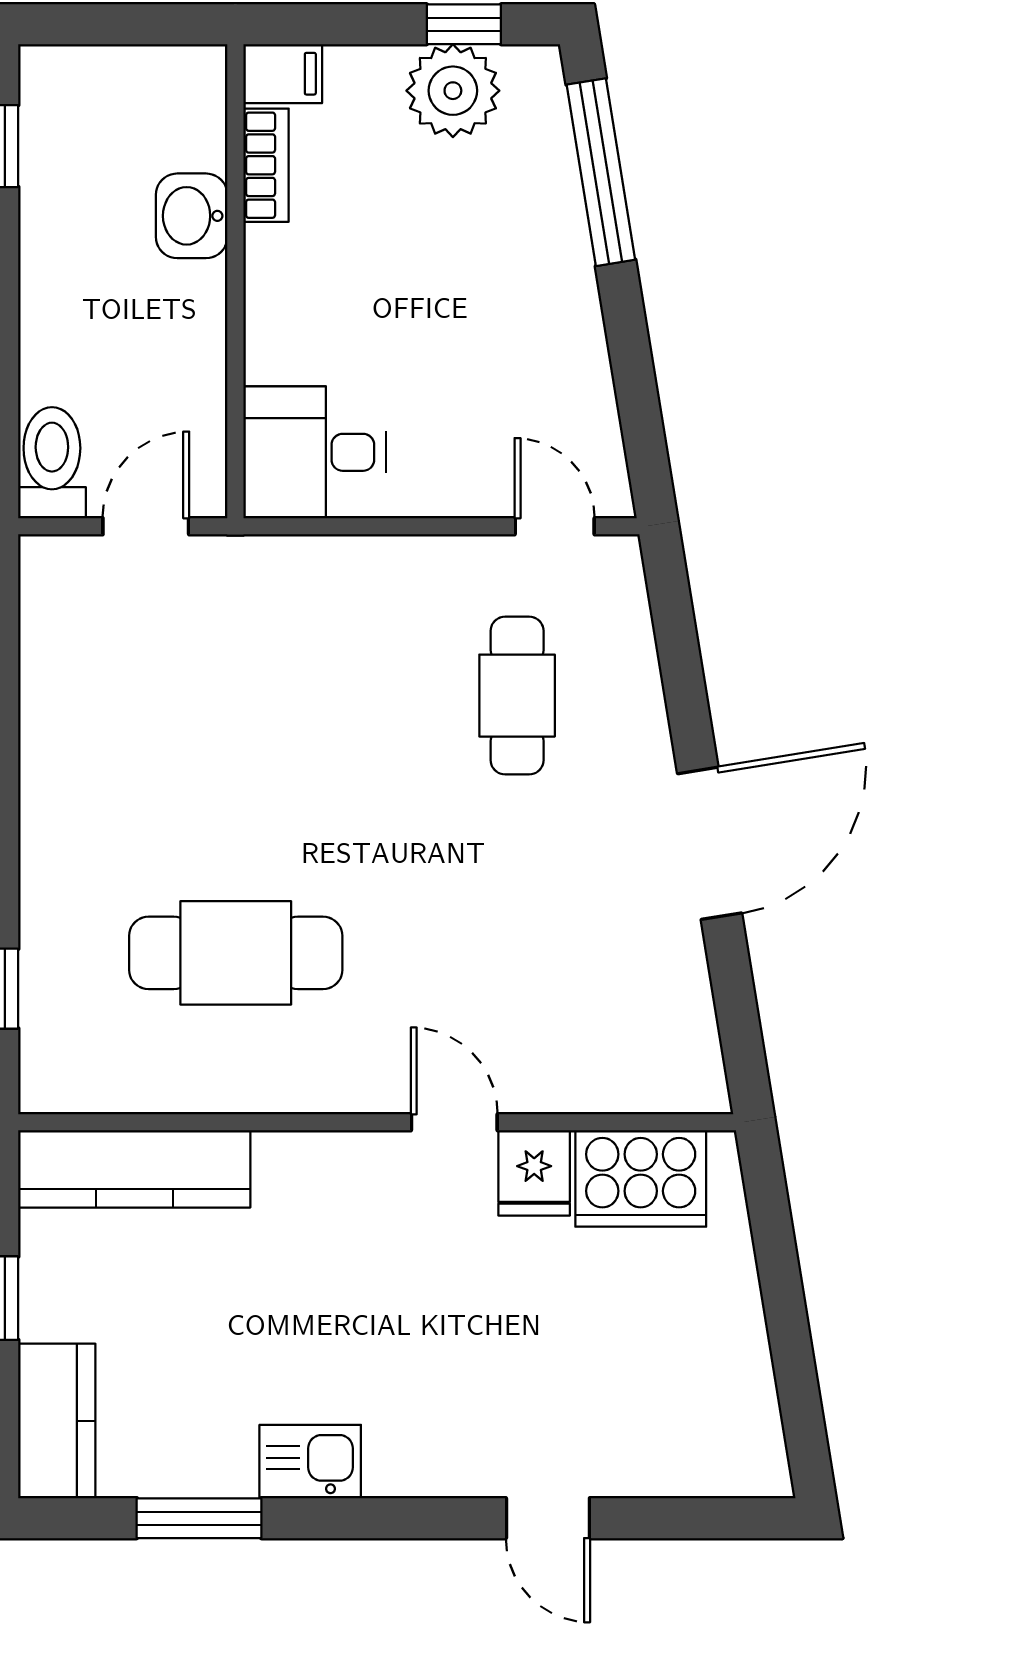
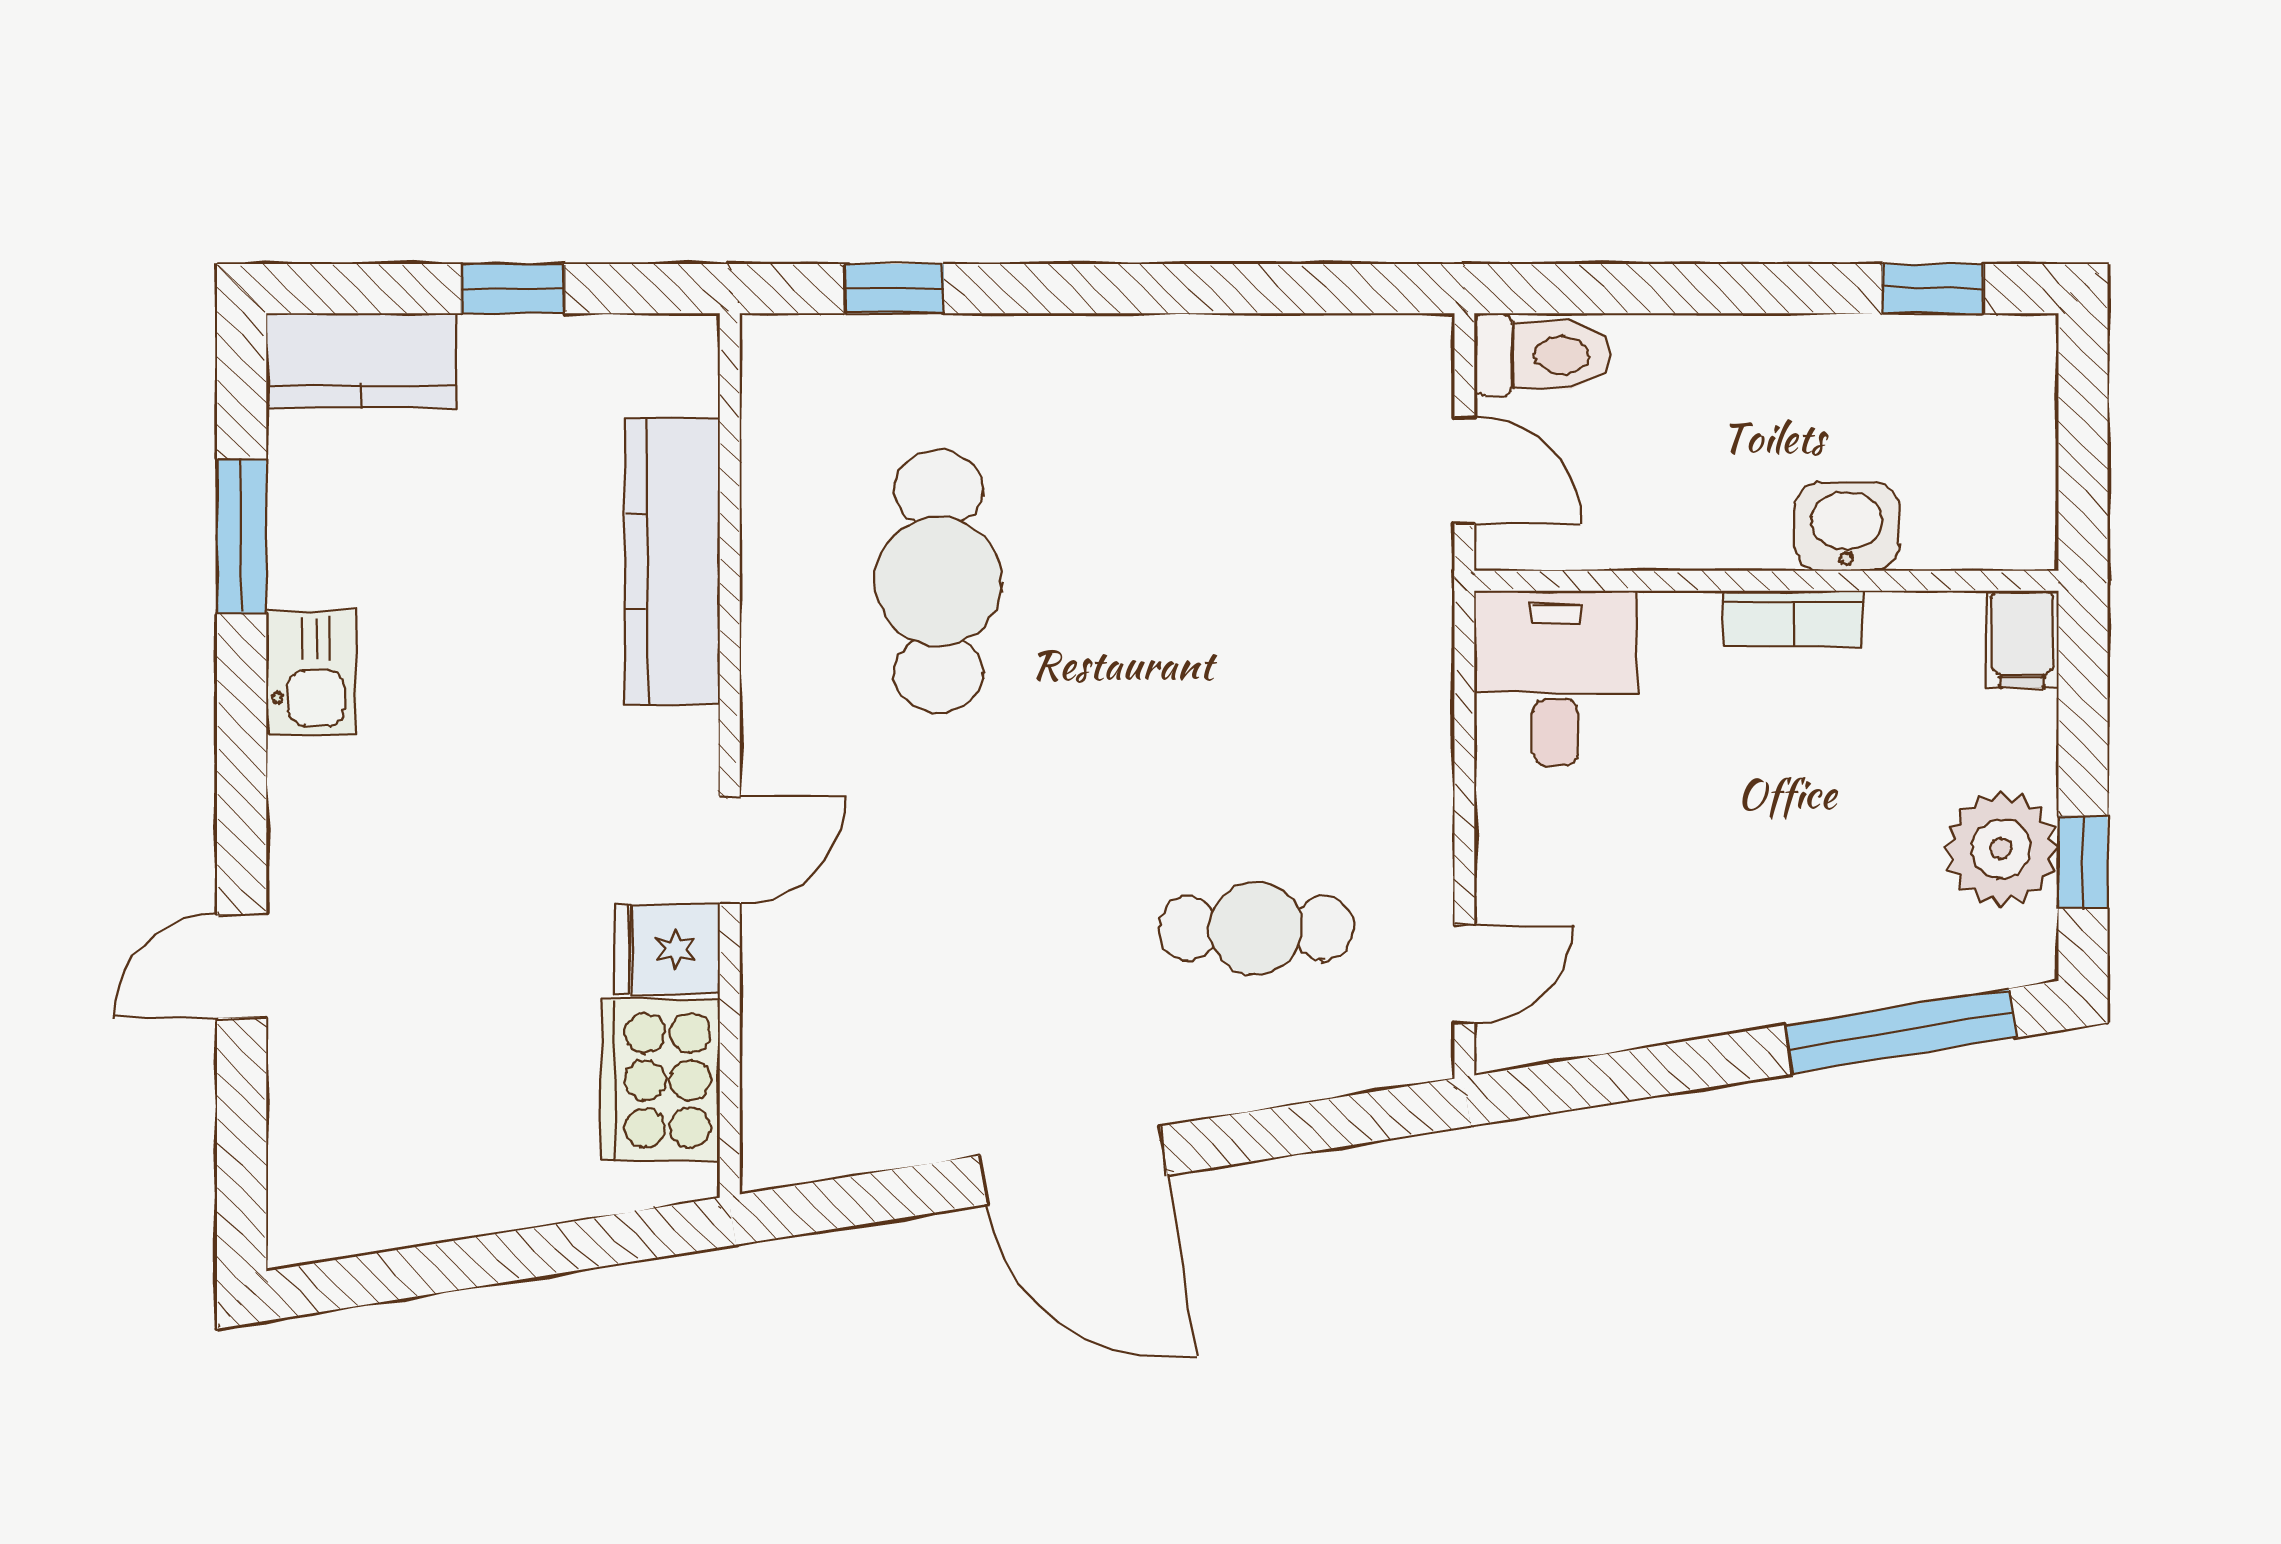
bookcase: (266, 165) -> (1793, 618), moved
kitchen counter: (134, 1169) -> (672, 561), moved

